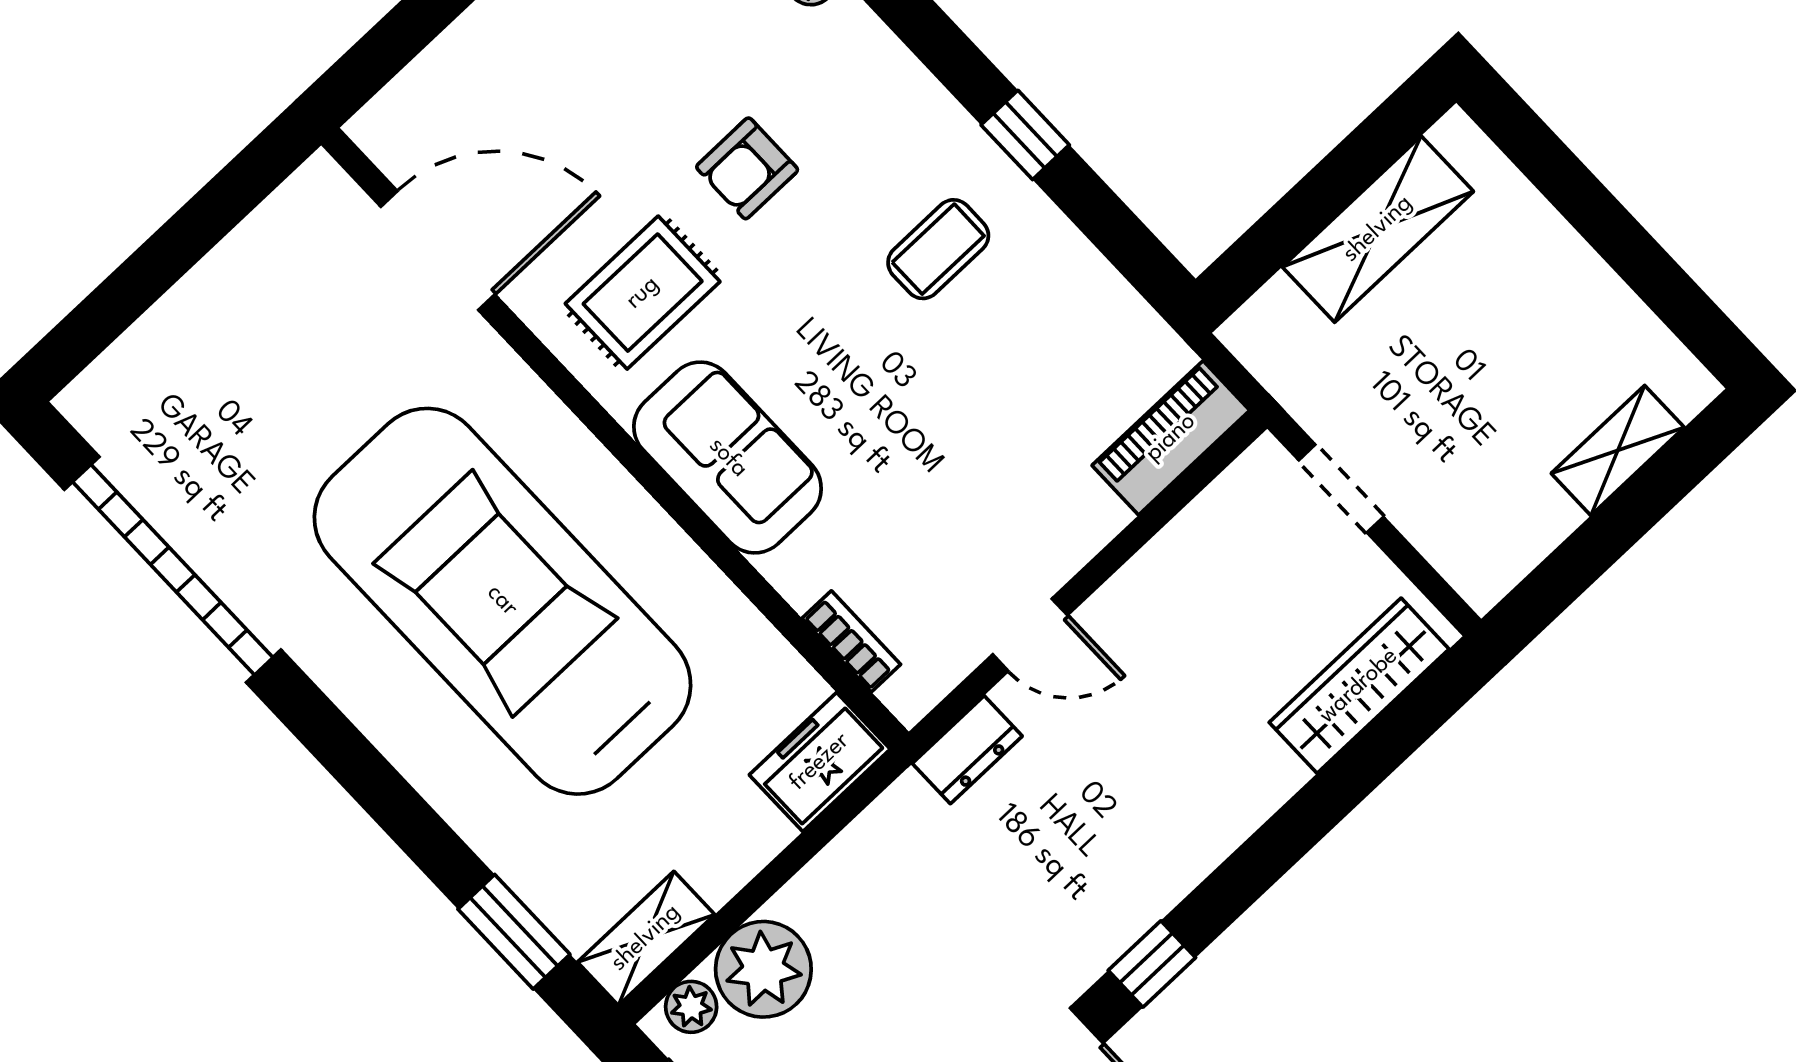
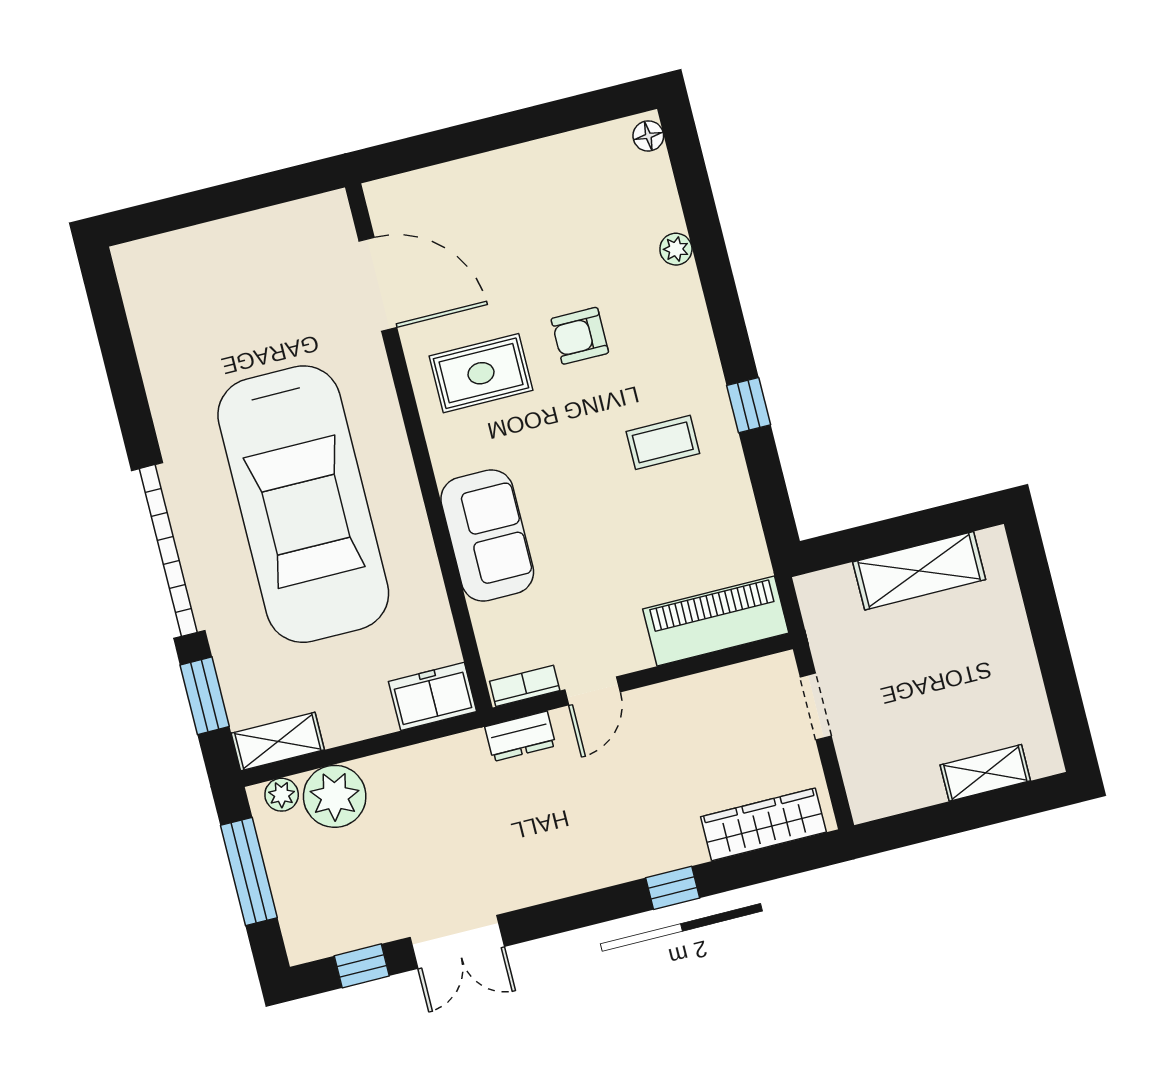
piano: (1171, 438) -> (716, 621), width x1.37, depth x1.33
sofa: (728, 458) -> (487, 535), moved
garage door: (173, 570) -> (168, 550), moved
car: (502, 601) -> (303, 504), turned 180
door: (1030, 635) -> (593, 691), hinge flipped
bookcase: (851, 641) -> (525, 686), moved, turned -90
window: (1152, 964) -> (673, 888), moved

